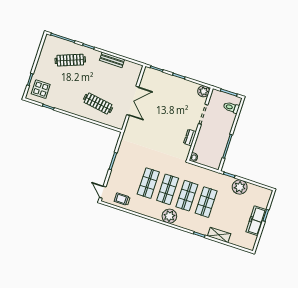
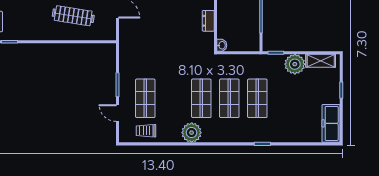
shop shelf: (148, 183) -> (145, 98), moved
door: (103, 192) -> (117, 113), moved
plant: (169, 216) -> (192, 133), moved
freezer: (256, 221) -> (331, 123), moved
shelving: (219, 235) -> (321, 61), moved

